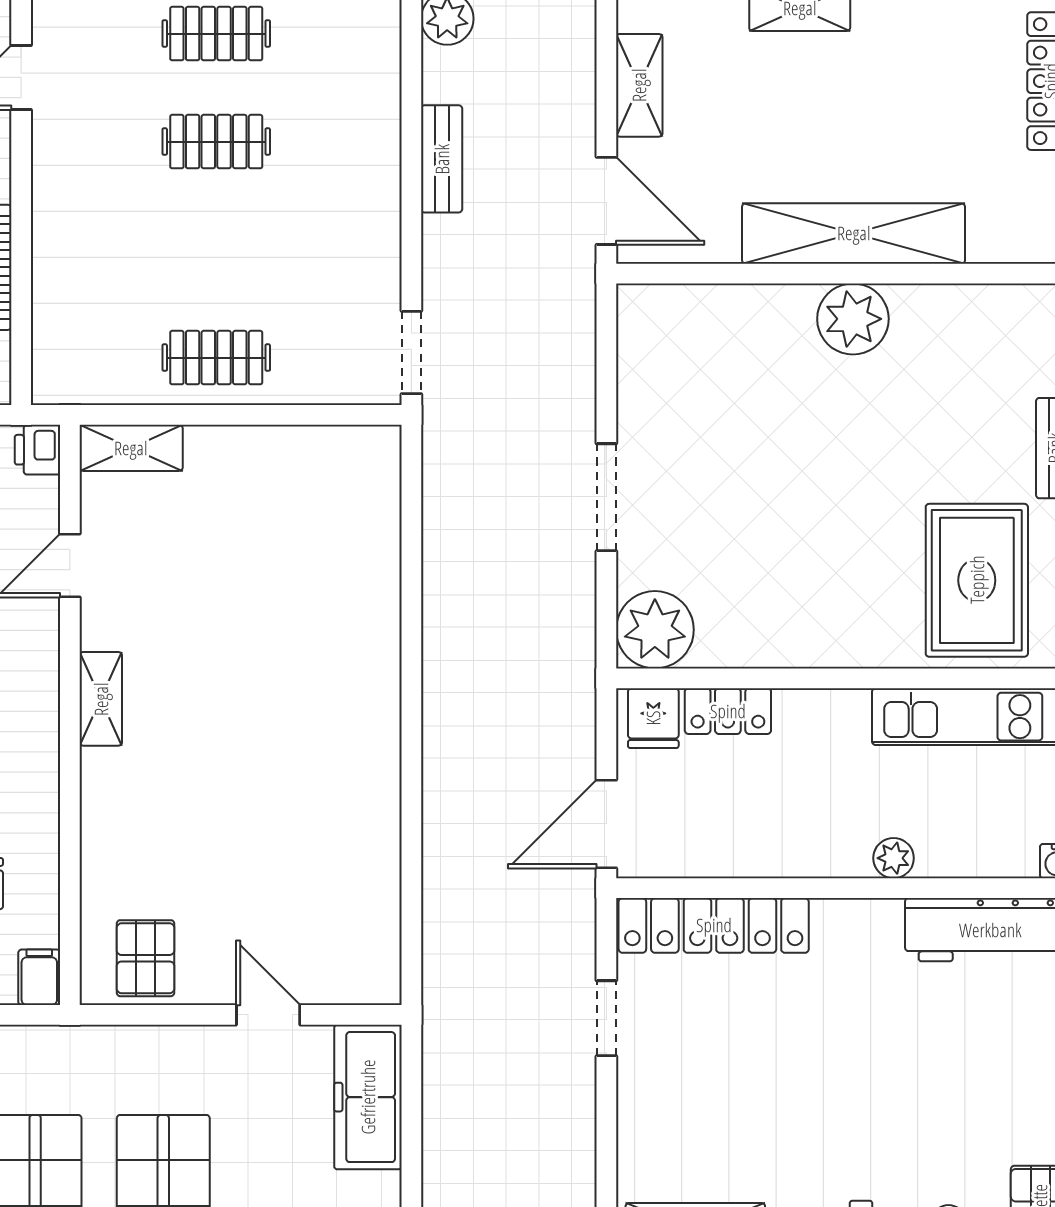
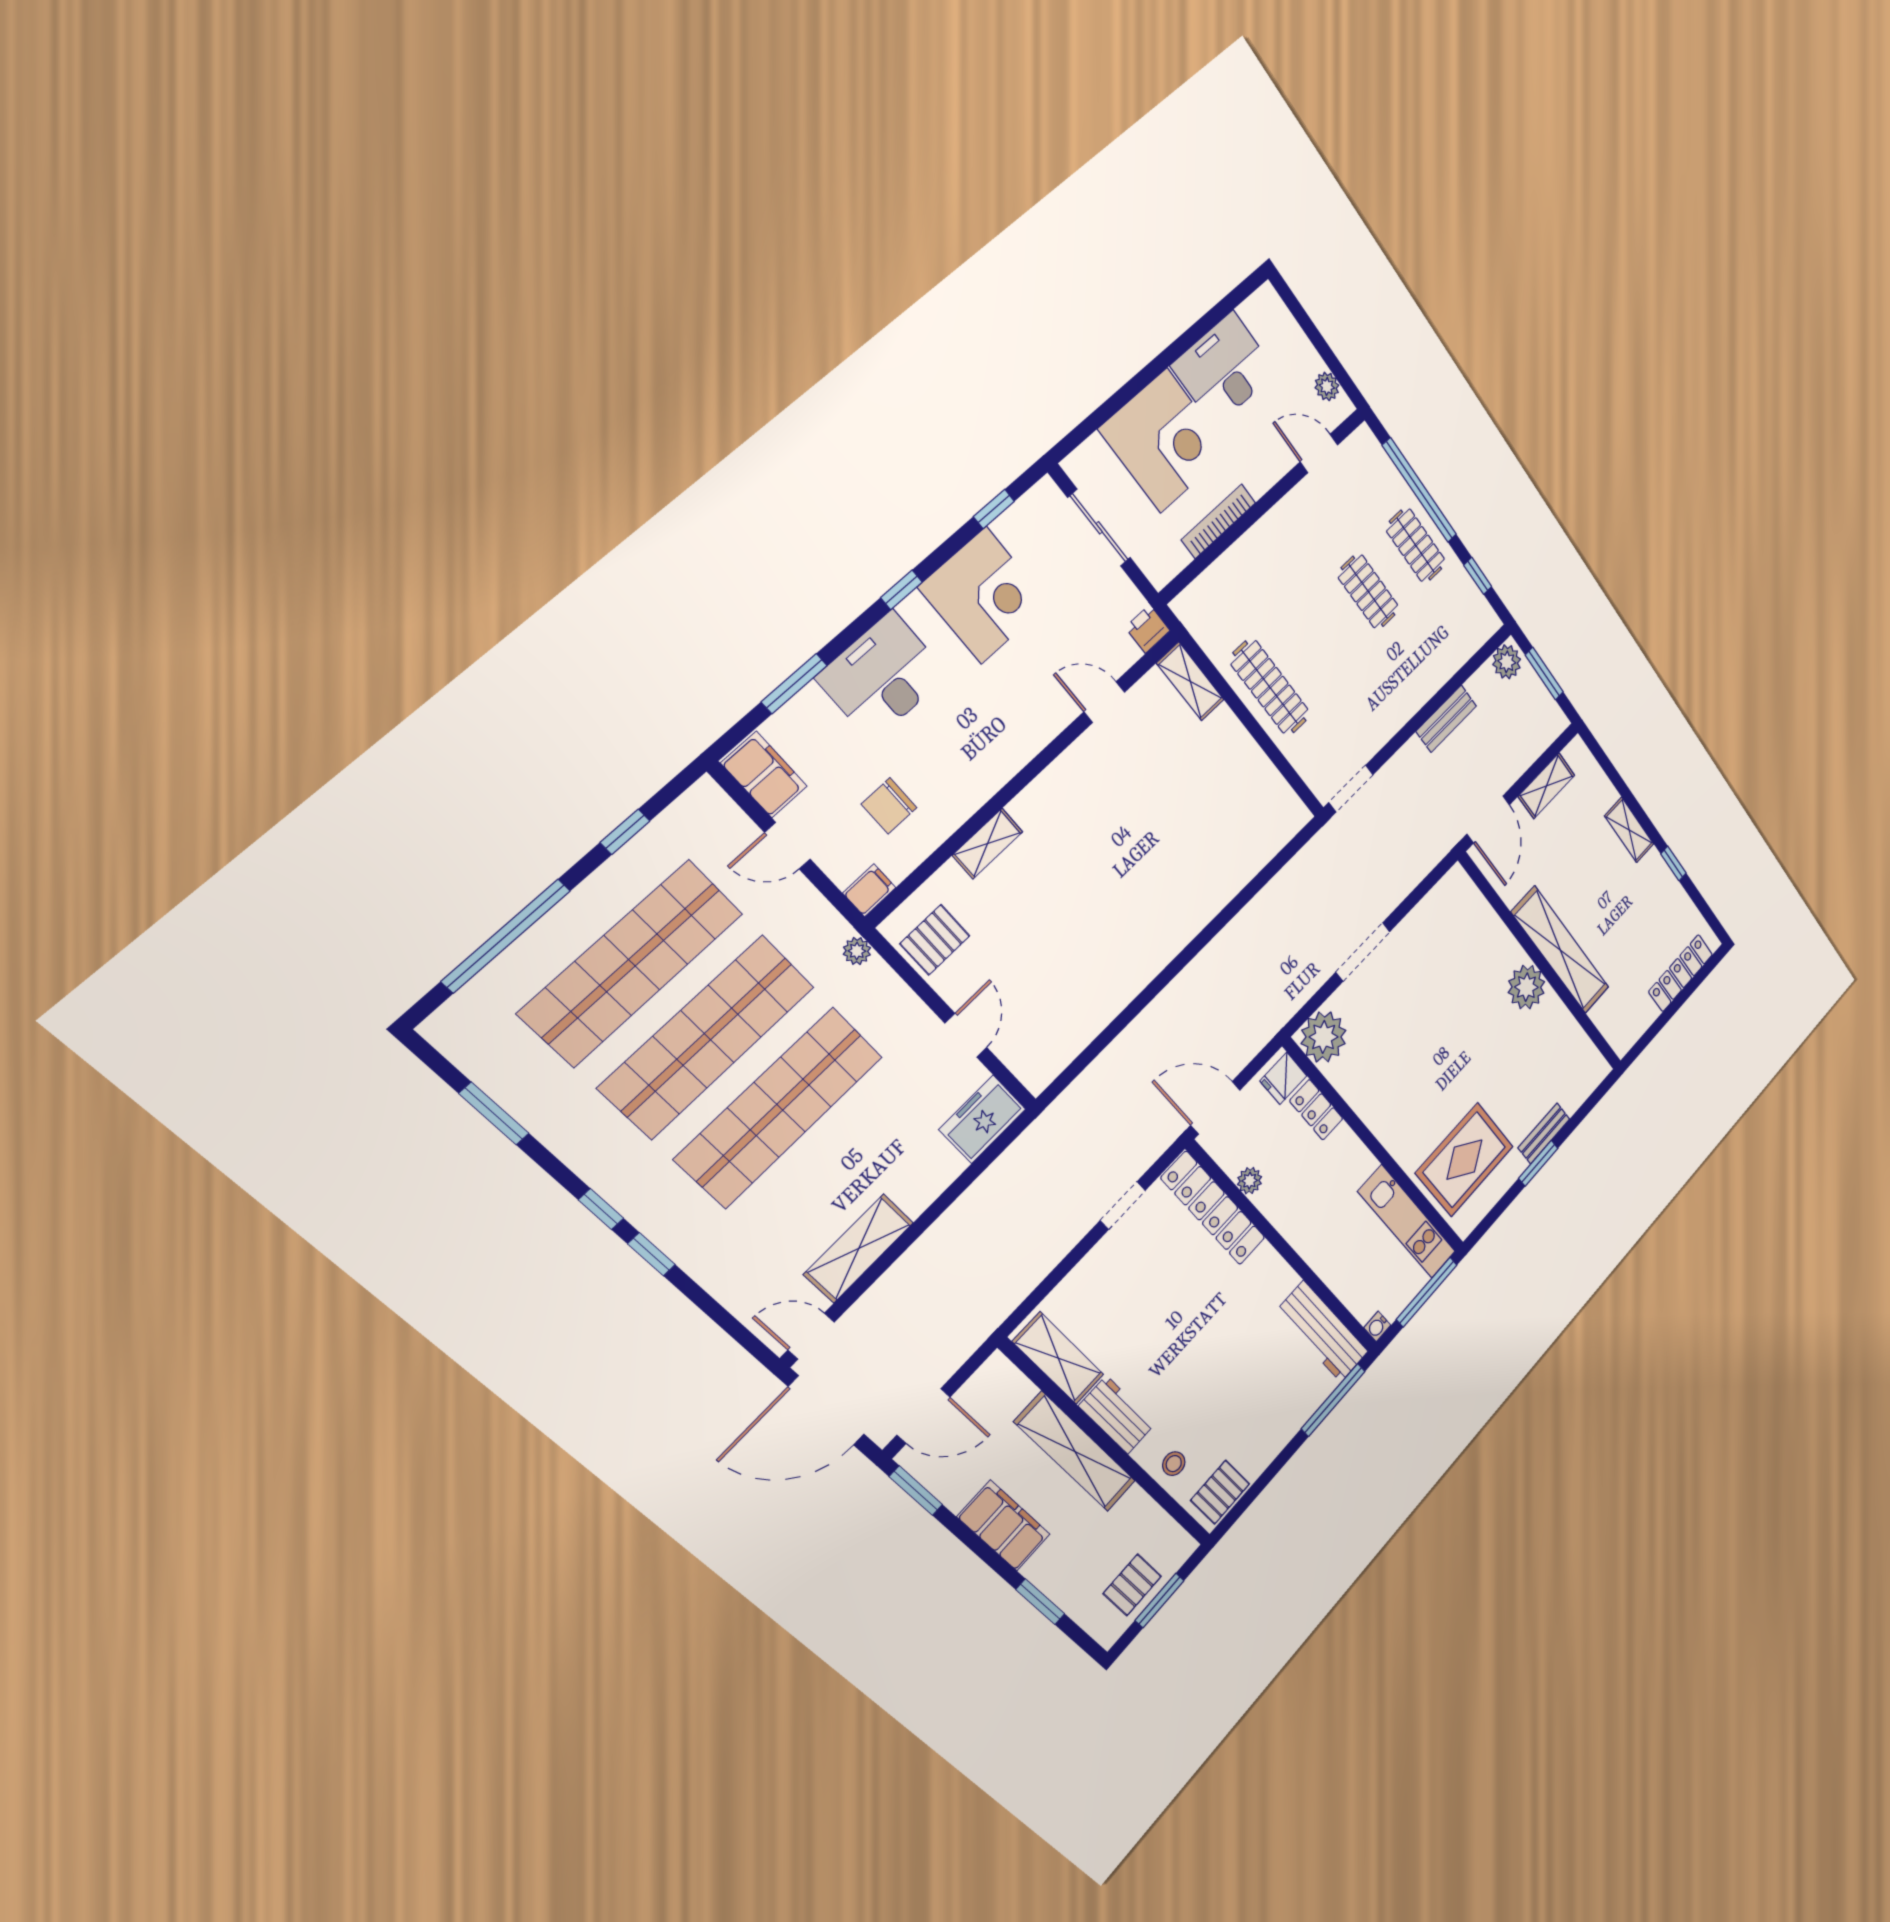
clothes rail: (216, 358) -> (1270, 687), width x1.36
shelving: (101, 699) -> (988, 844), moved
plant: (894, 858) -> (1250, 1181), moved
plant: (86, 1043) -> (857, 951), added
freezer: (368, 1097) -> (982, 1119), width x0.71

